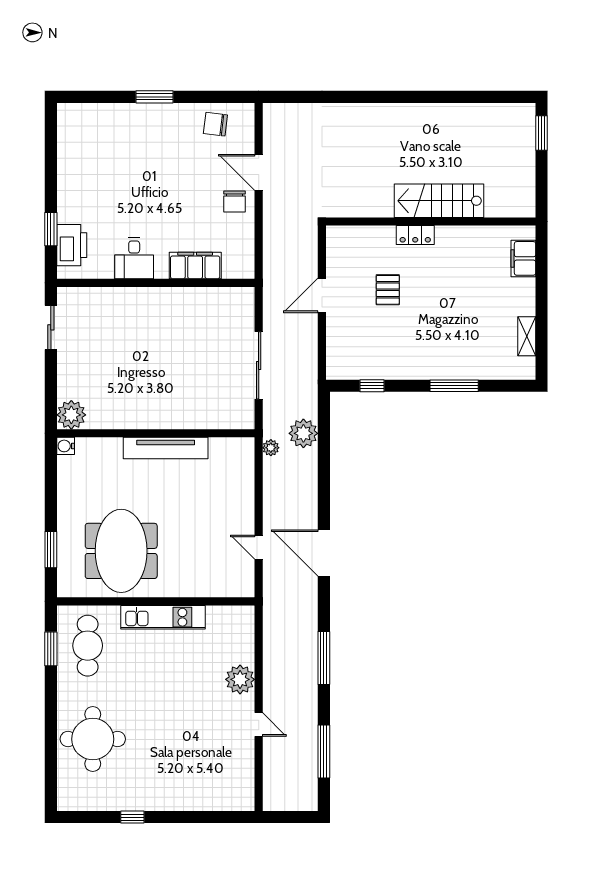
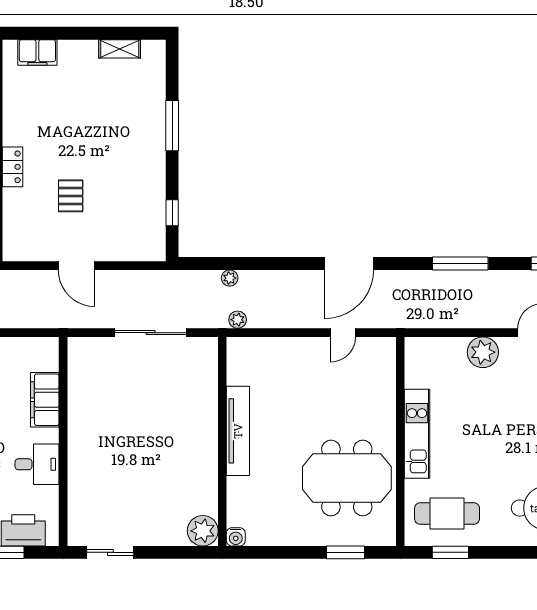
pallet: (388, 290) -> (71, 196), turned 90
plant: (303, 433) -> (230, 278), width x0.53, depth x0.53

